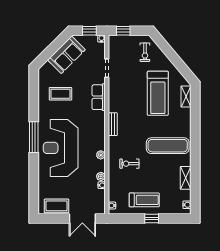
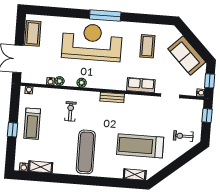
shelving: (186, 178) -> (41, 167), moved

